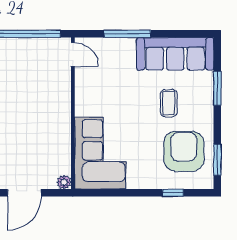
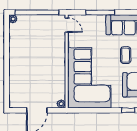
corner sofa: (100, 153) -> (89, 78), width x1.36, depth x1.36

